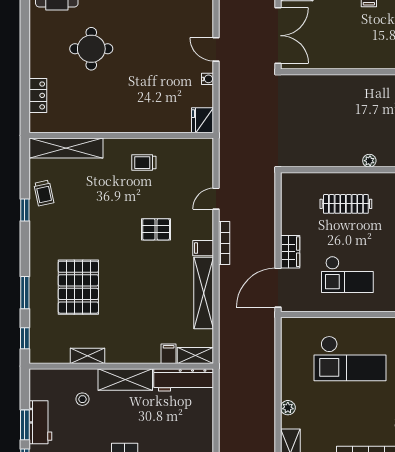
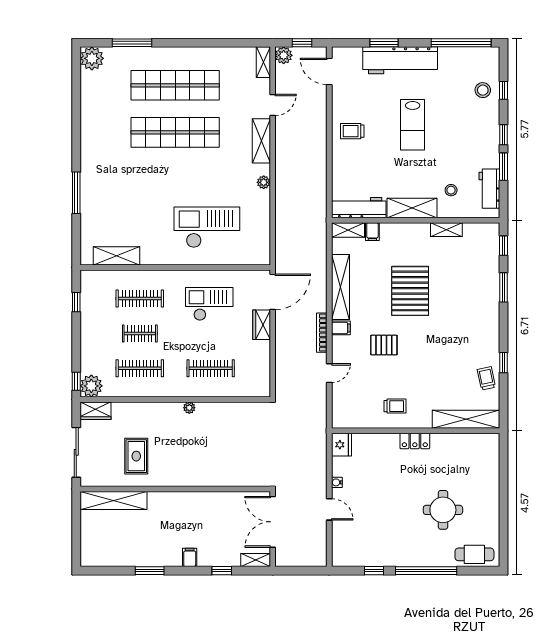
locker: (38, 95) -> (415, 441), moved, turned -90
pallet: (78, 287) -> (410, 291), moved
workbench: (40, 422) -> (489, 189), moved

